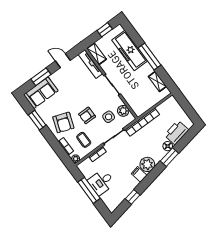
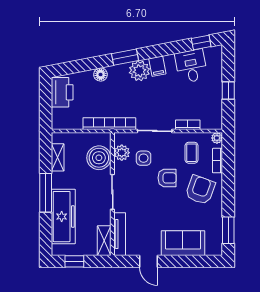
window: (41, 77) -> (187, 261), removed
sofa: (41, 93) -> (183, 243), moved
boiler: (134, 98) -> (99, 158), added
window: (37, 120) -> (228, 230), moved
printer: (176, 132) -> (62, 92), moved, turned -79
window: (169, 157) -> (125, 57), moved
desk: (101, 182) -> (191, 66), moved, turned -101
window: (89, 190) -> (228, 90), width x0.46
window: (133, 197) -> (201, 42), moved

